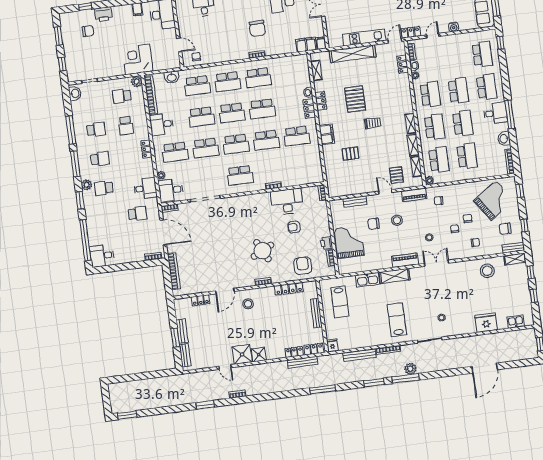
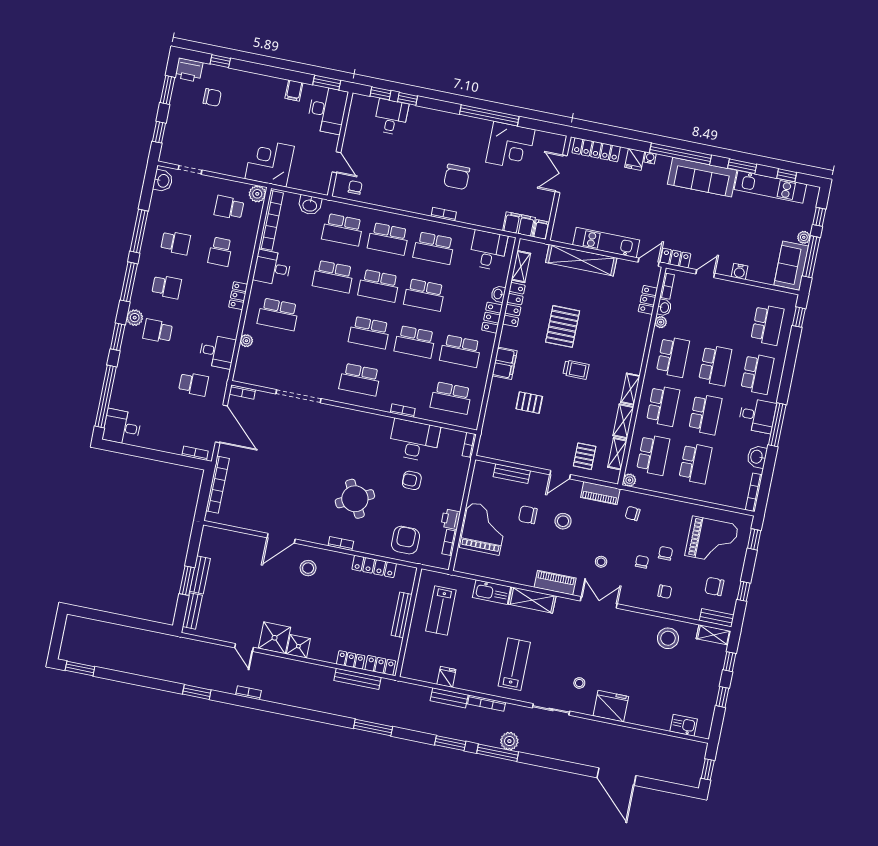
printer: (103, 14) -> (189, 70), moved
locker: (321, 101) -> (514, 305), width x1.53
school desk: (206, 148) -> (451, 398), moved
desk: (171, 190) -> (488, 250), moved, turned 90
door: (385, 192) -> (560, 475), swing flipped
grand piano: (494, 200) -> (712, 540), turned 35
locker: (201, 300) -> (242, 540), removed
fridge: (486, 323) -> (611, 706), moved
fridge: (332, 345) -> (446, 677), moved
bench: (359, 355) -> (449, 698), width x0.73
door: (485, 368) -> (616, 777), hinge flipped

